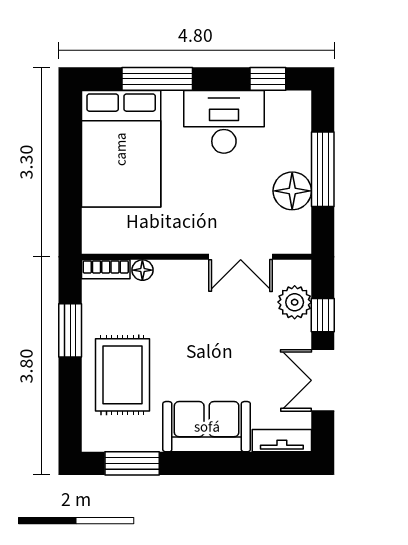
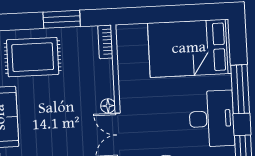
window: (157, 79) -> (240, 89), moved
floor lamp: (142, 270) -> (108, 106), moved

